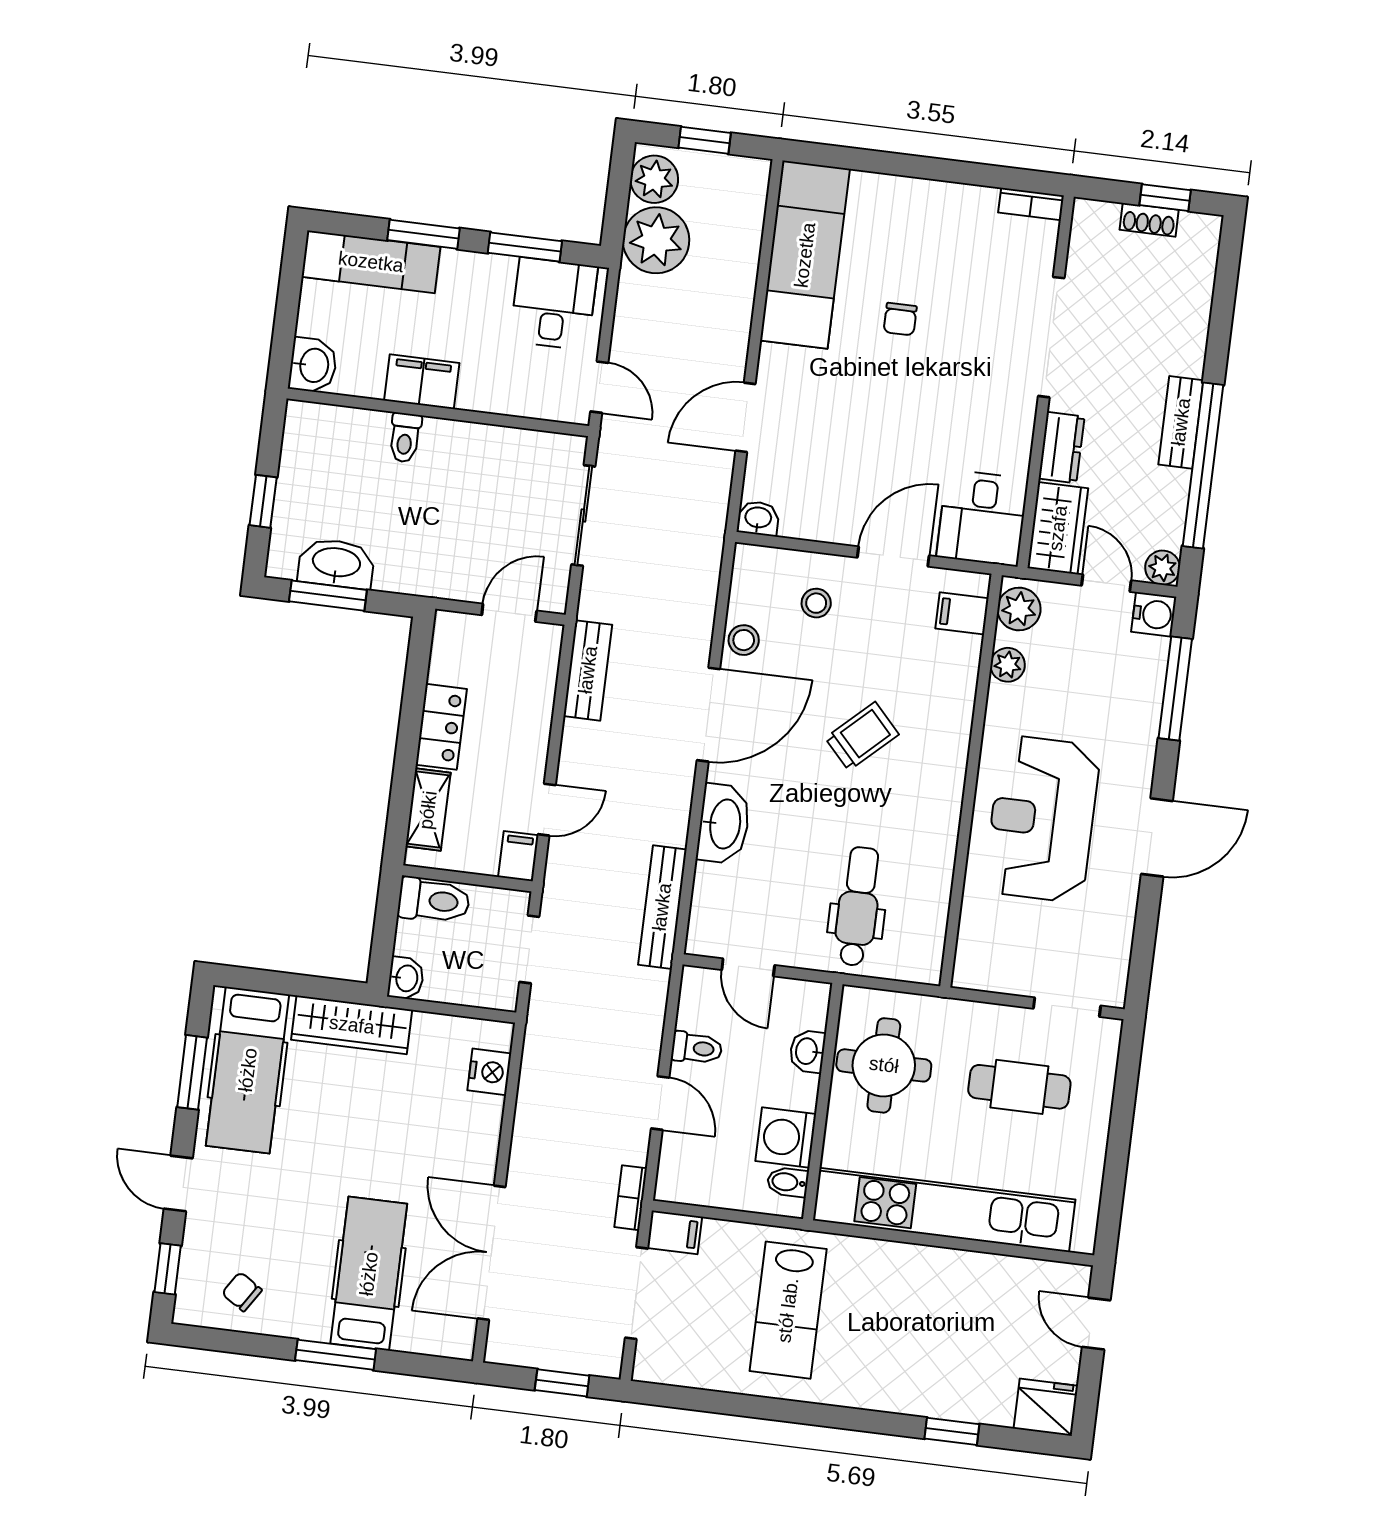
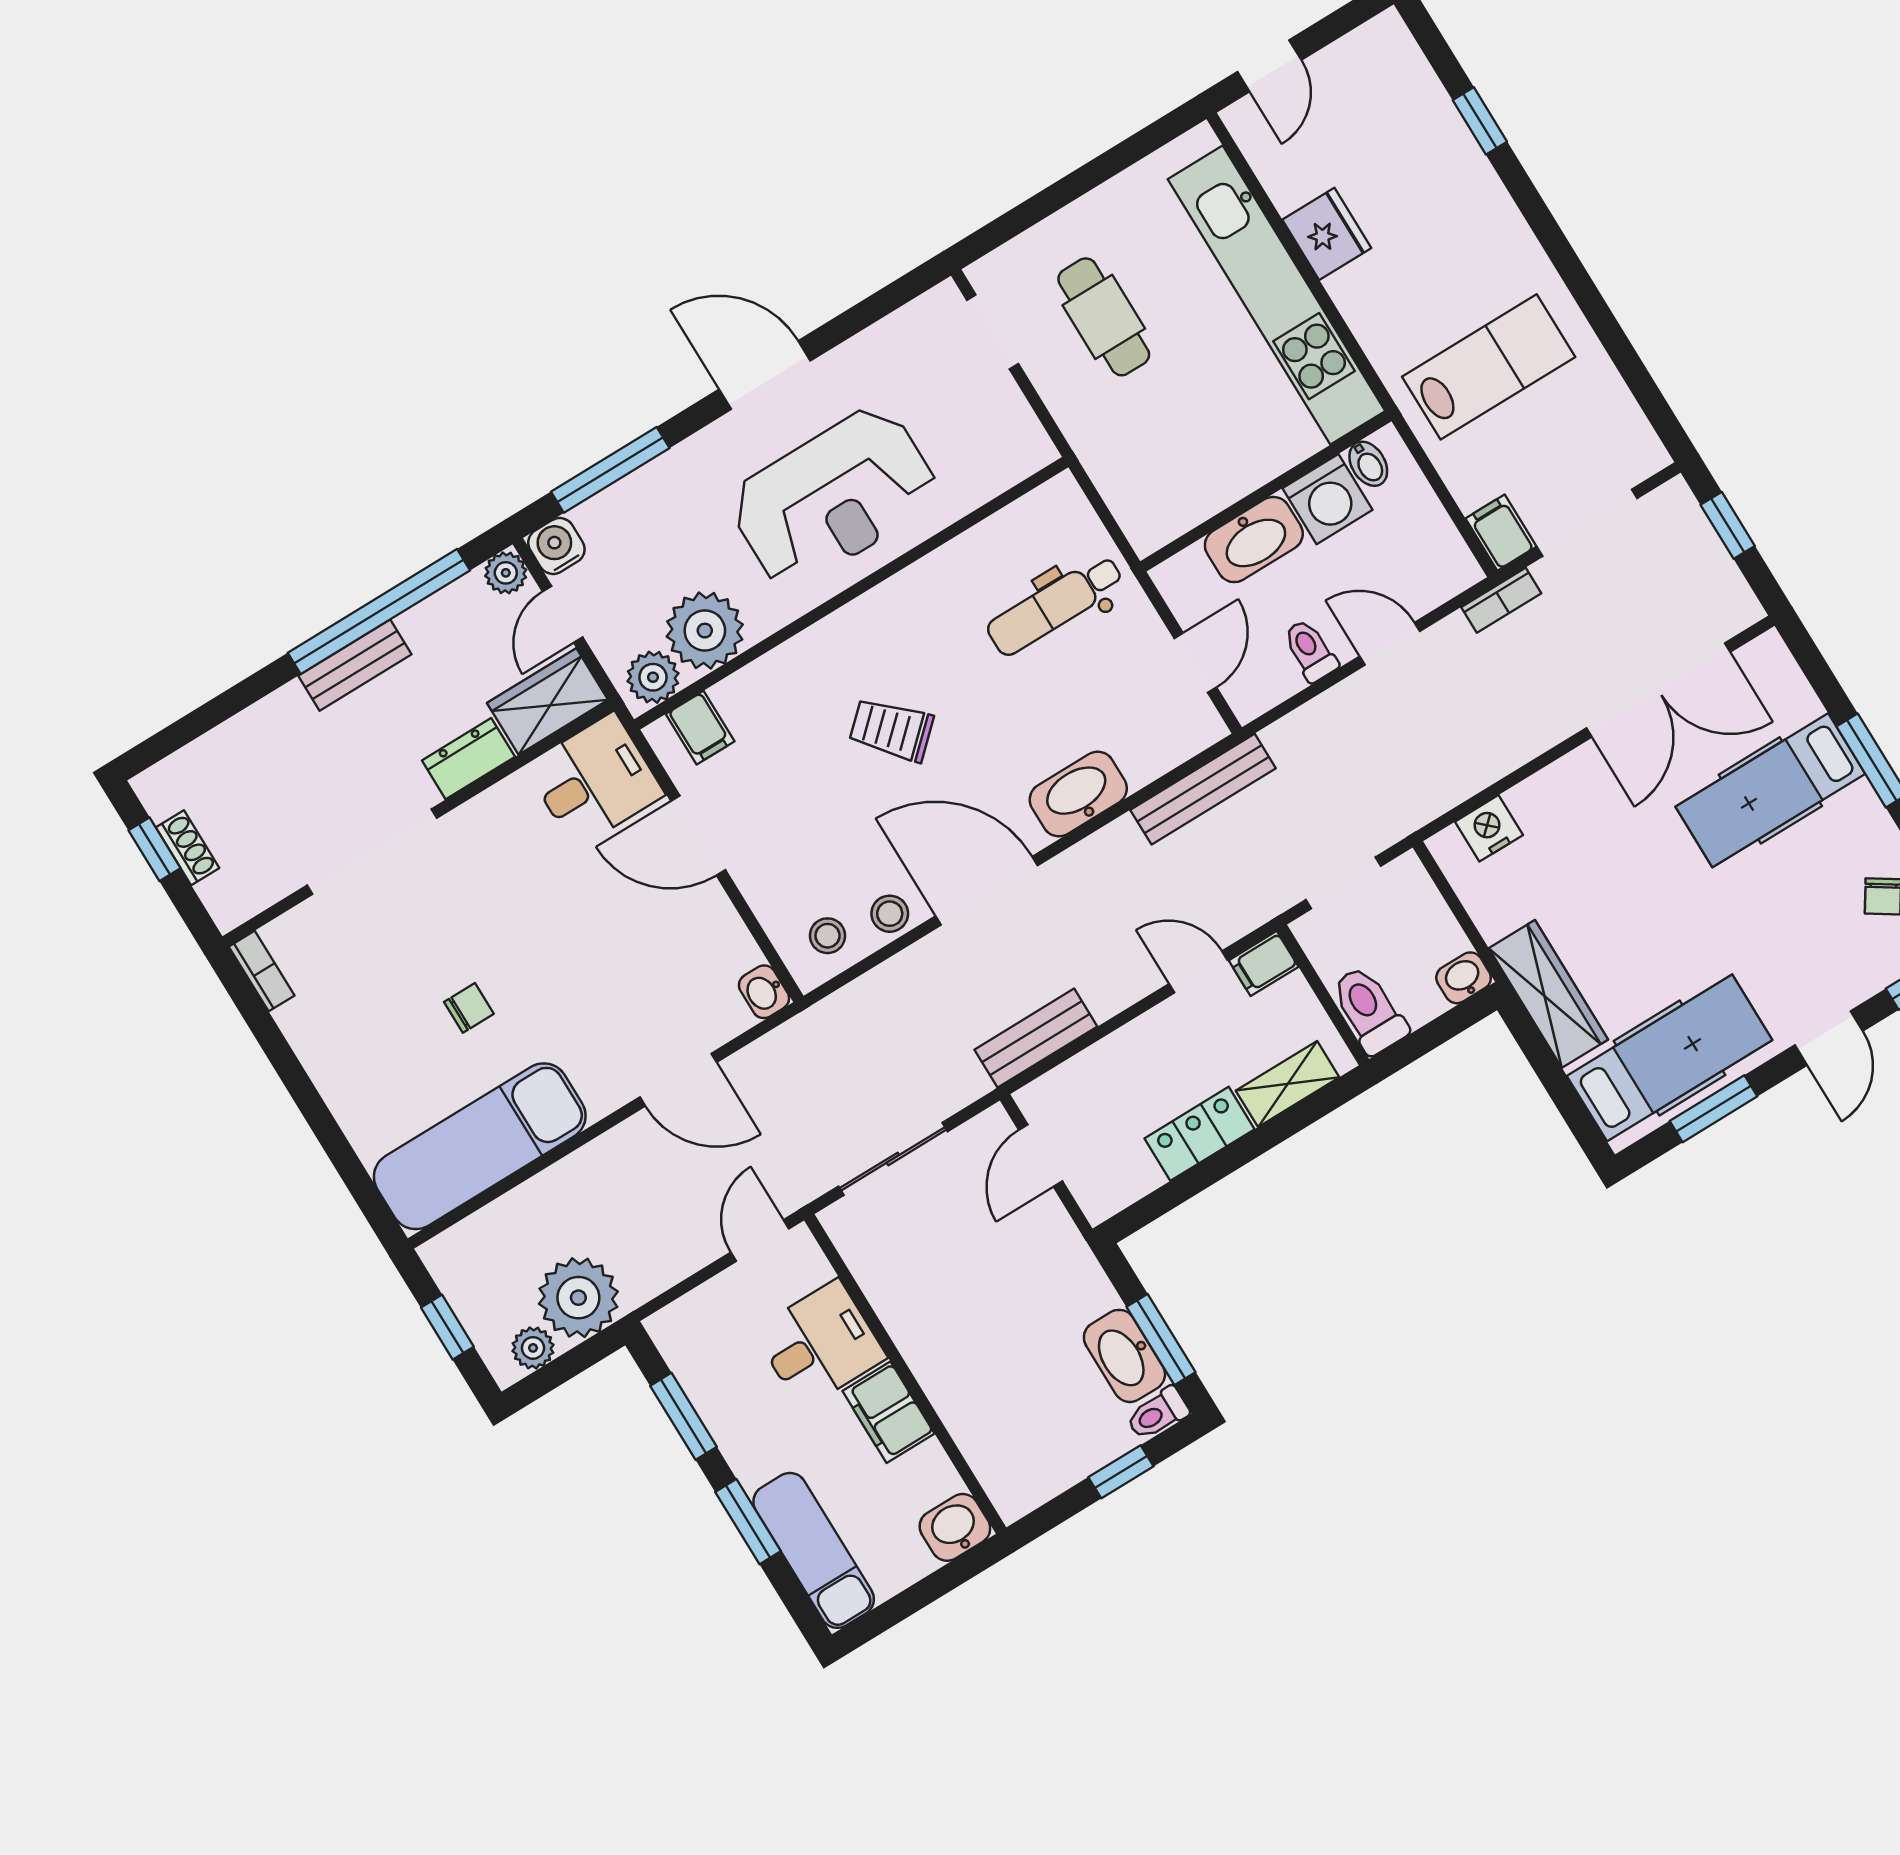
plant: (654, 179) -> (533, 1348), width x0.73, depth x0.73
desk: (554, 304) -> (820, 1344), moved, turned 180
toilet: (405, 438) -> (1158, 1414), moved, turned 180
stool: (816, 603) -> (827, 936), moved
door: (509, 613) -> (1041, 1156), hinge flipped
plant: (1008, 665) -> (705, 631), width x1.88, depth x1.88
washbasin: (807, 1051) -> (1254, 540), width x1.91, depth x1.45
round table: (884, 1065) -> (1186, 461), removed
door: (660, 1103) -> (1390, 644), hinge flipped
fridge: (1046, 1407) -> (1327, 234), moved, turned 180

